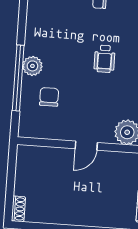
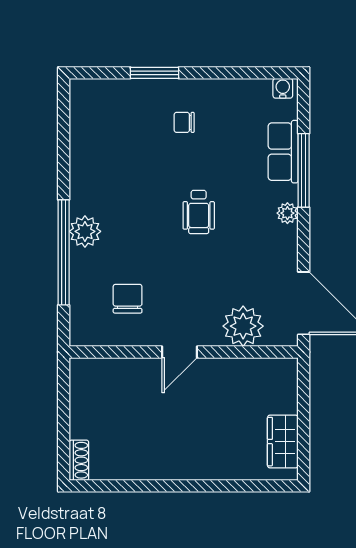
chair: (49, 97) -> (128, 299), moved

